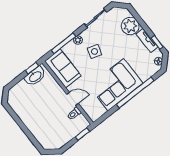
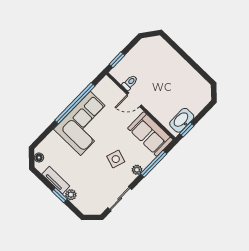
plant: (130, 26) -> (71, 195), width x0.53, depth x0.53
window: (157, 42) -> (60, 195), moved
window: (135, 92) -> (75, 103), moved

